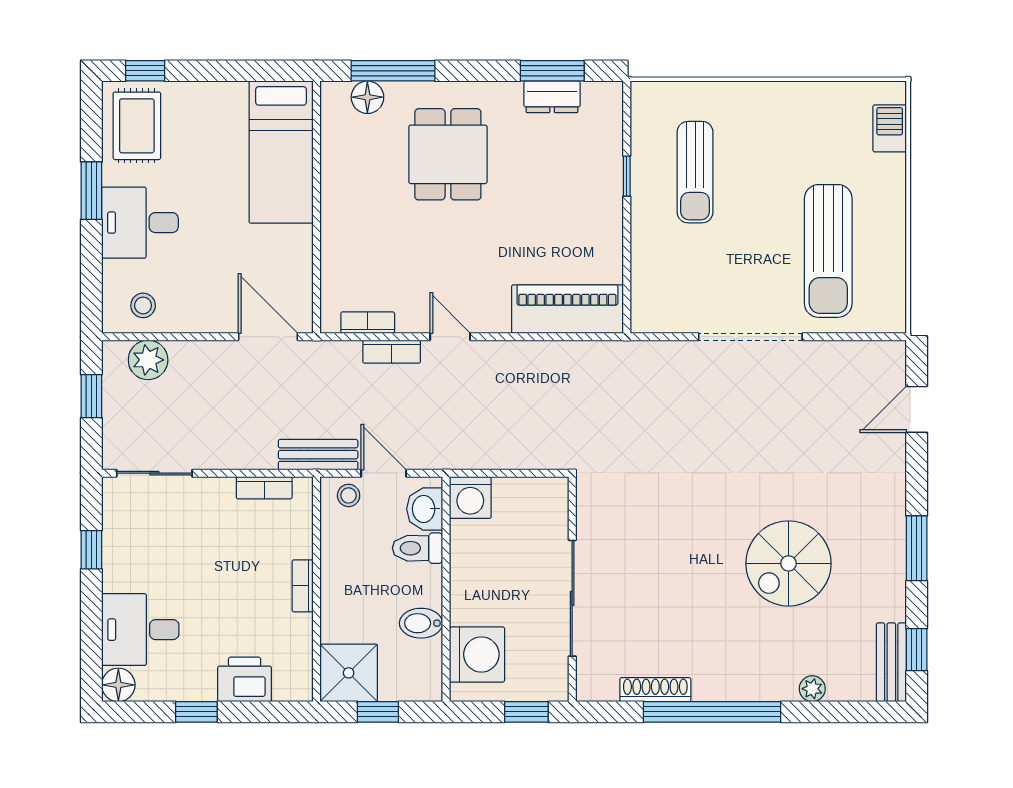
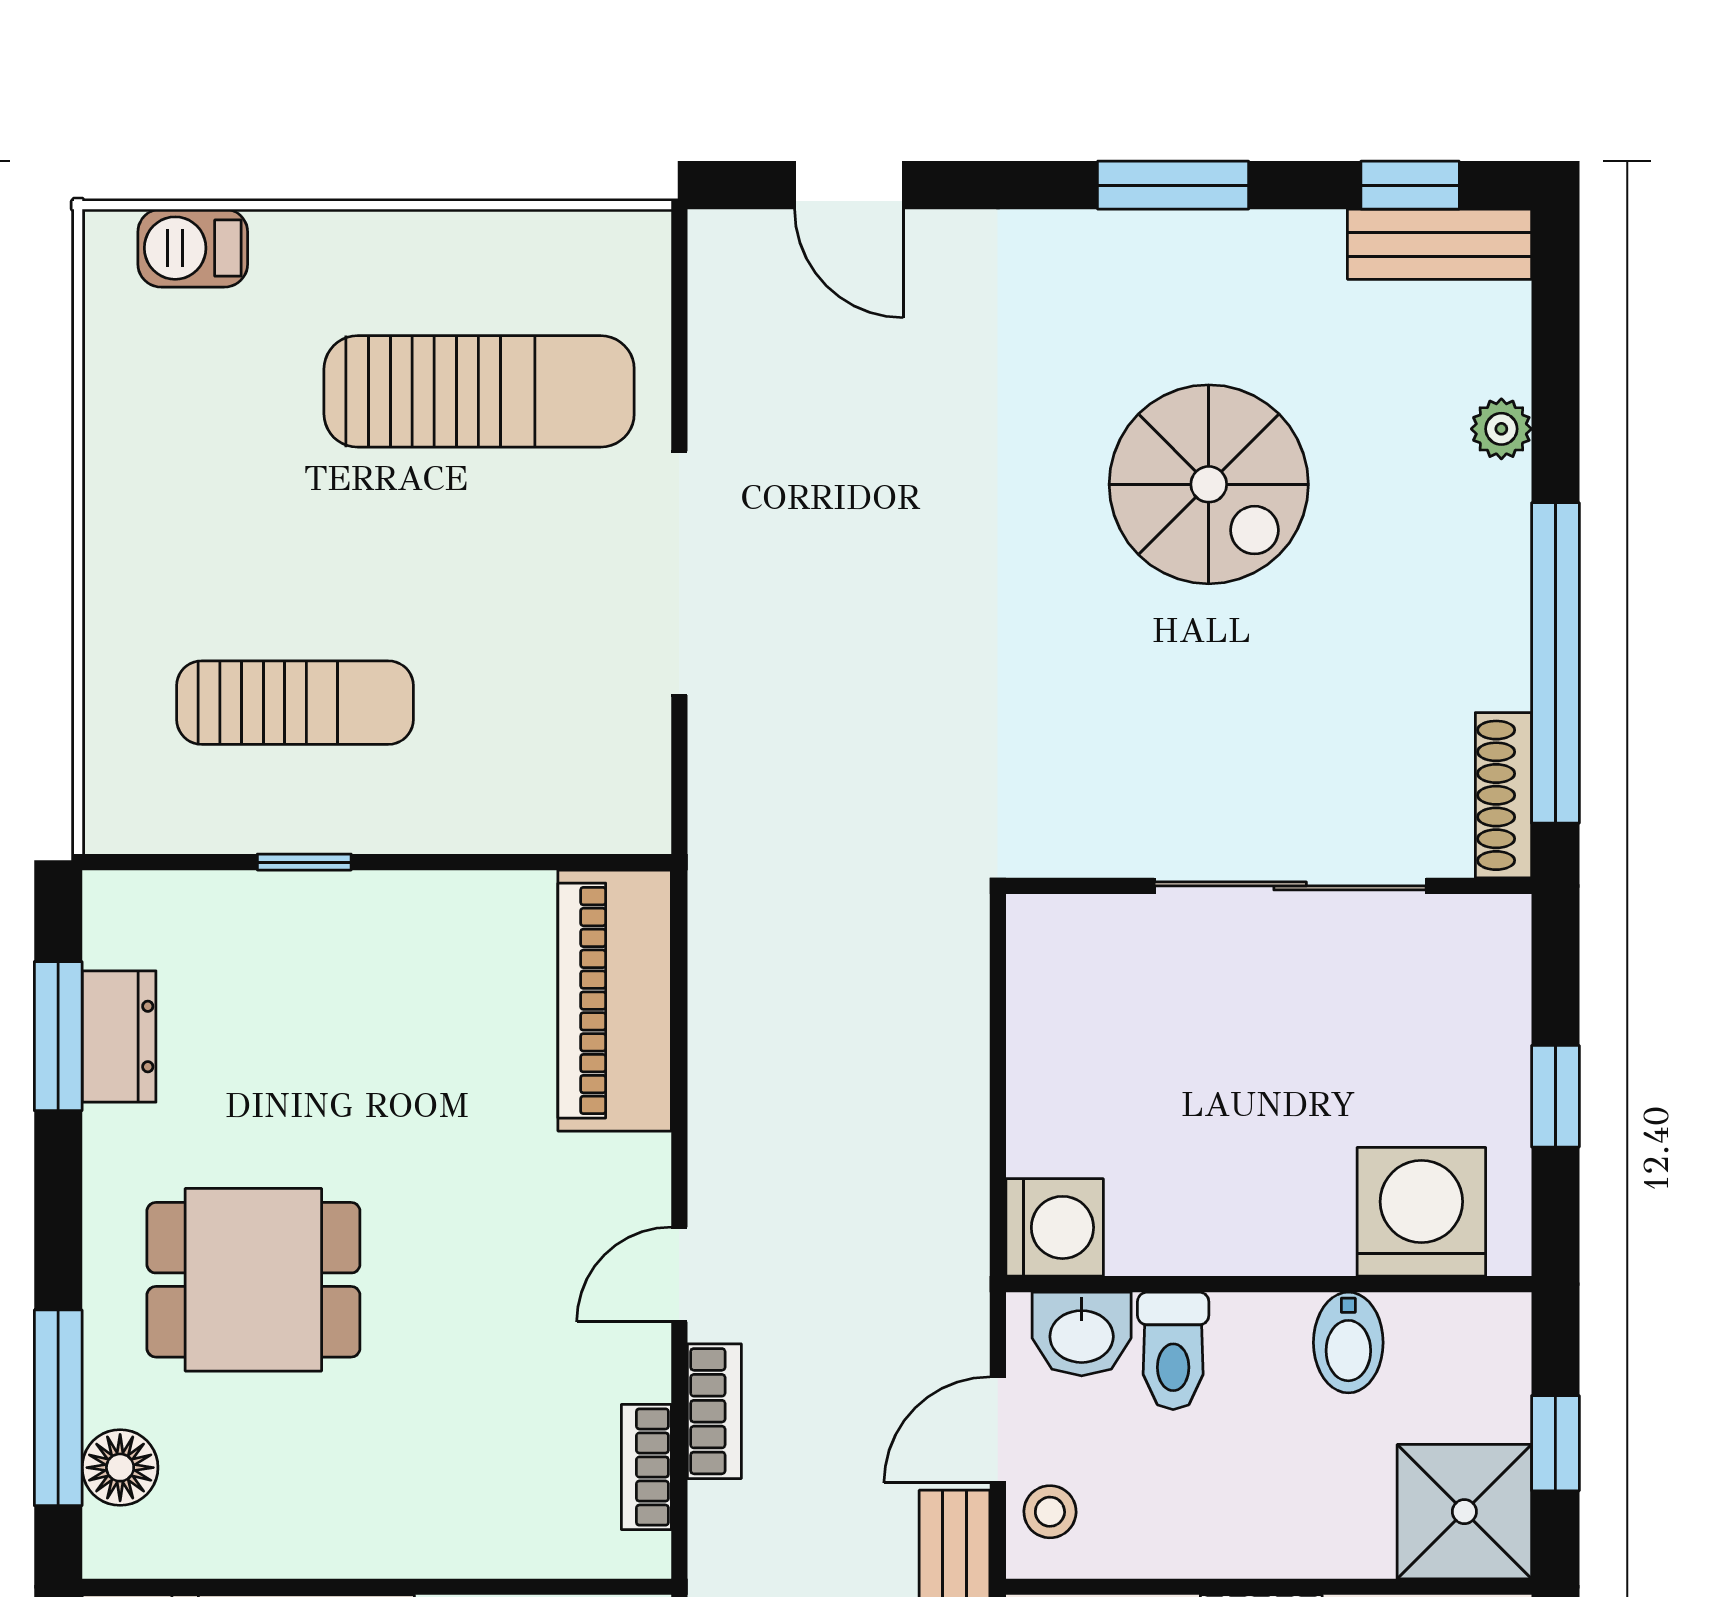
wall: (572, 589) -> (1269, 886), moved
sliding door: (572, 598) -> (1290, 886), moved

